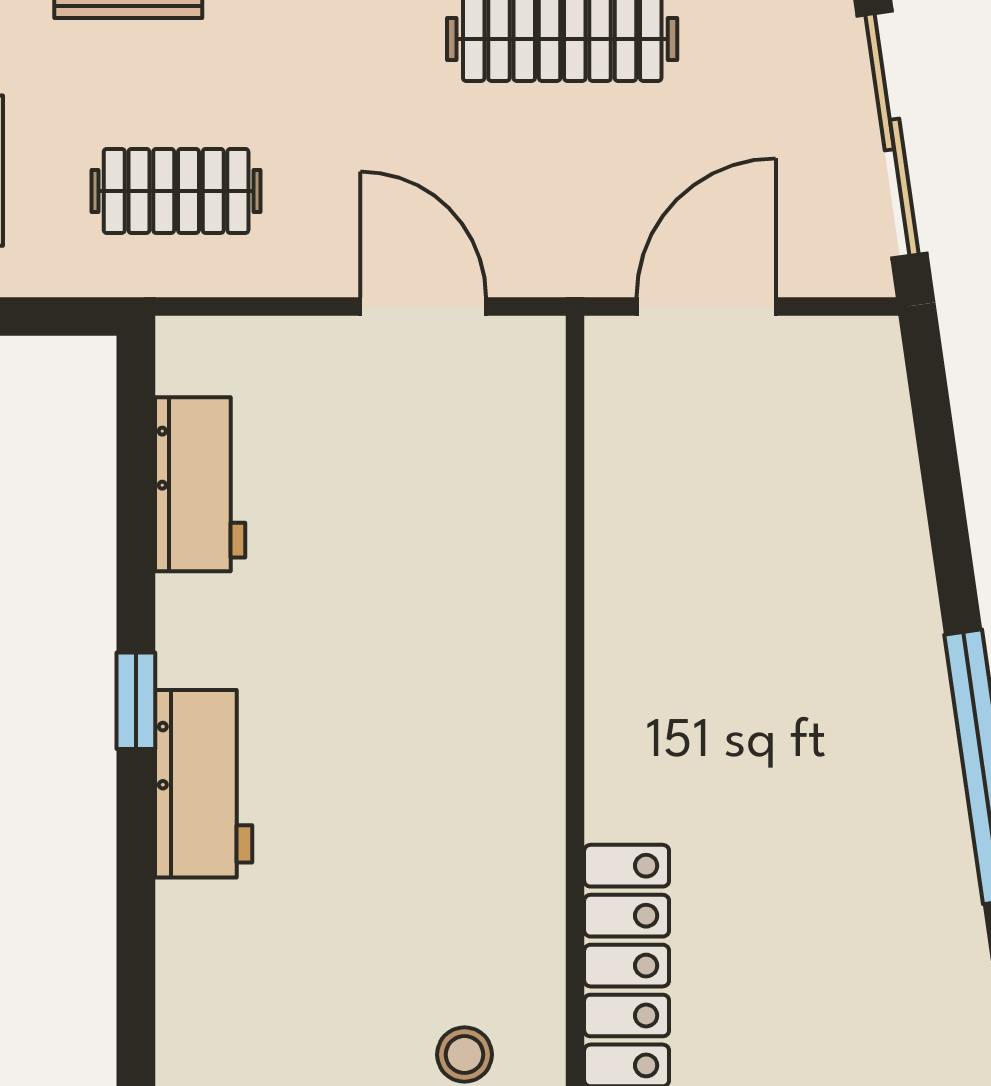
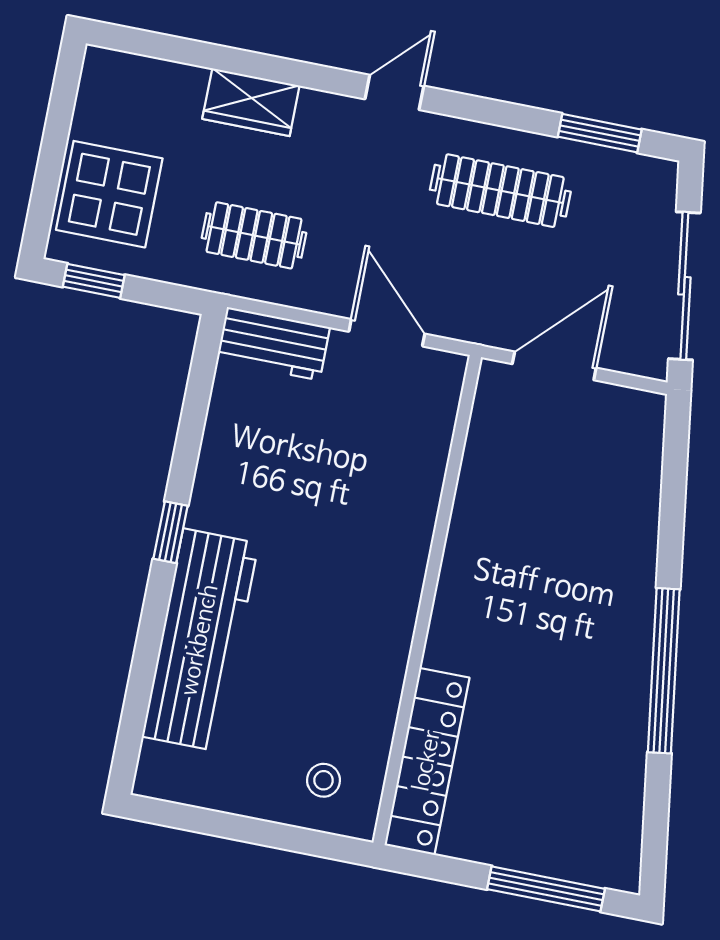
workbench: (200, 484) -> (273, 344), moved, turned 90
workbench: (204, 784) -> (200, 640), width x1.88, depth x1.32

